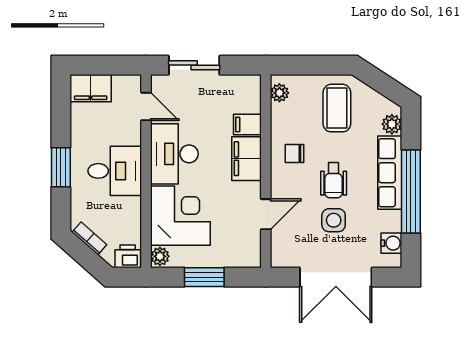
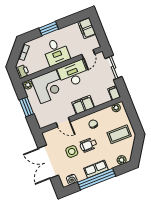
filing cabinet: (247, 124) -> (114, 93), moved
row of seats: (390, 173) -> (96, 169), width x0.68

